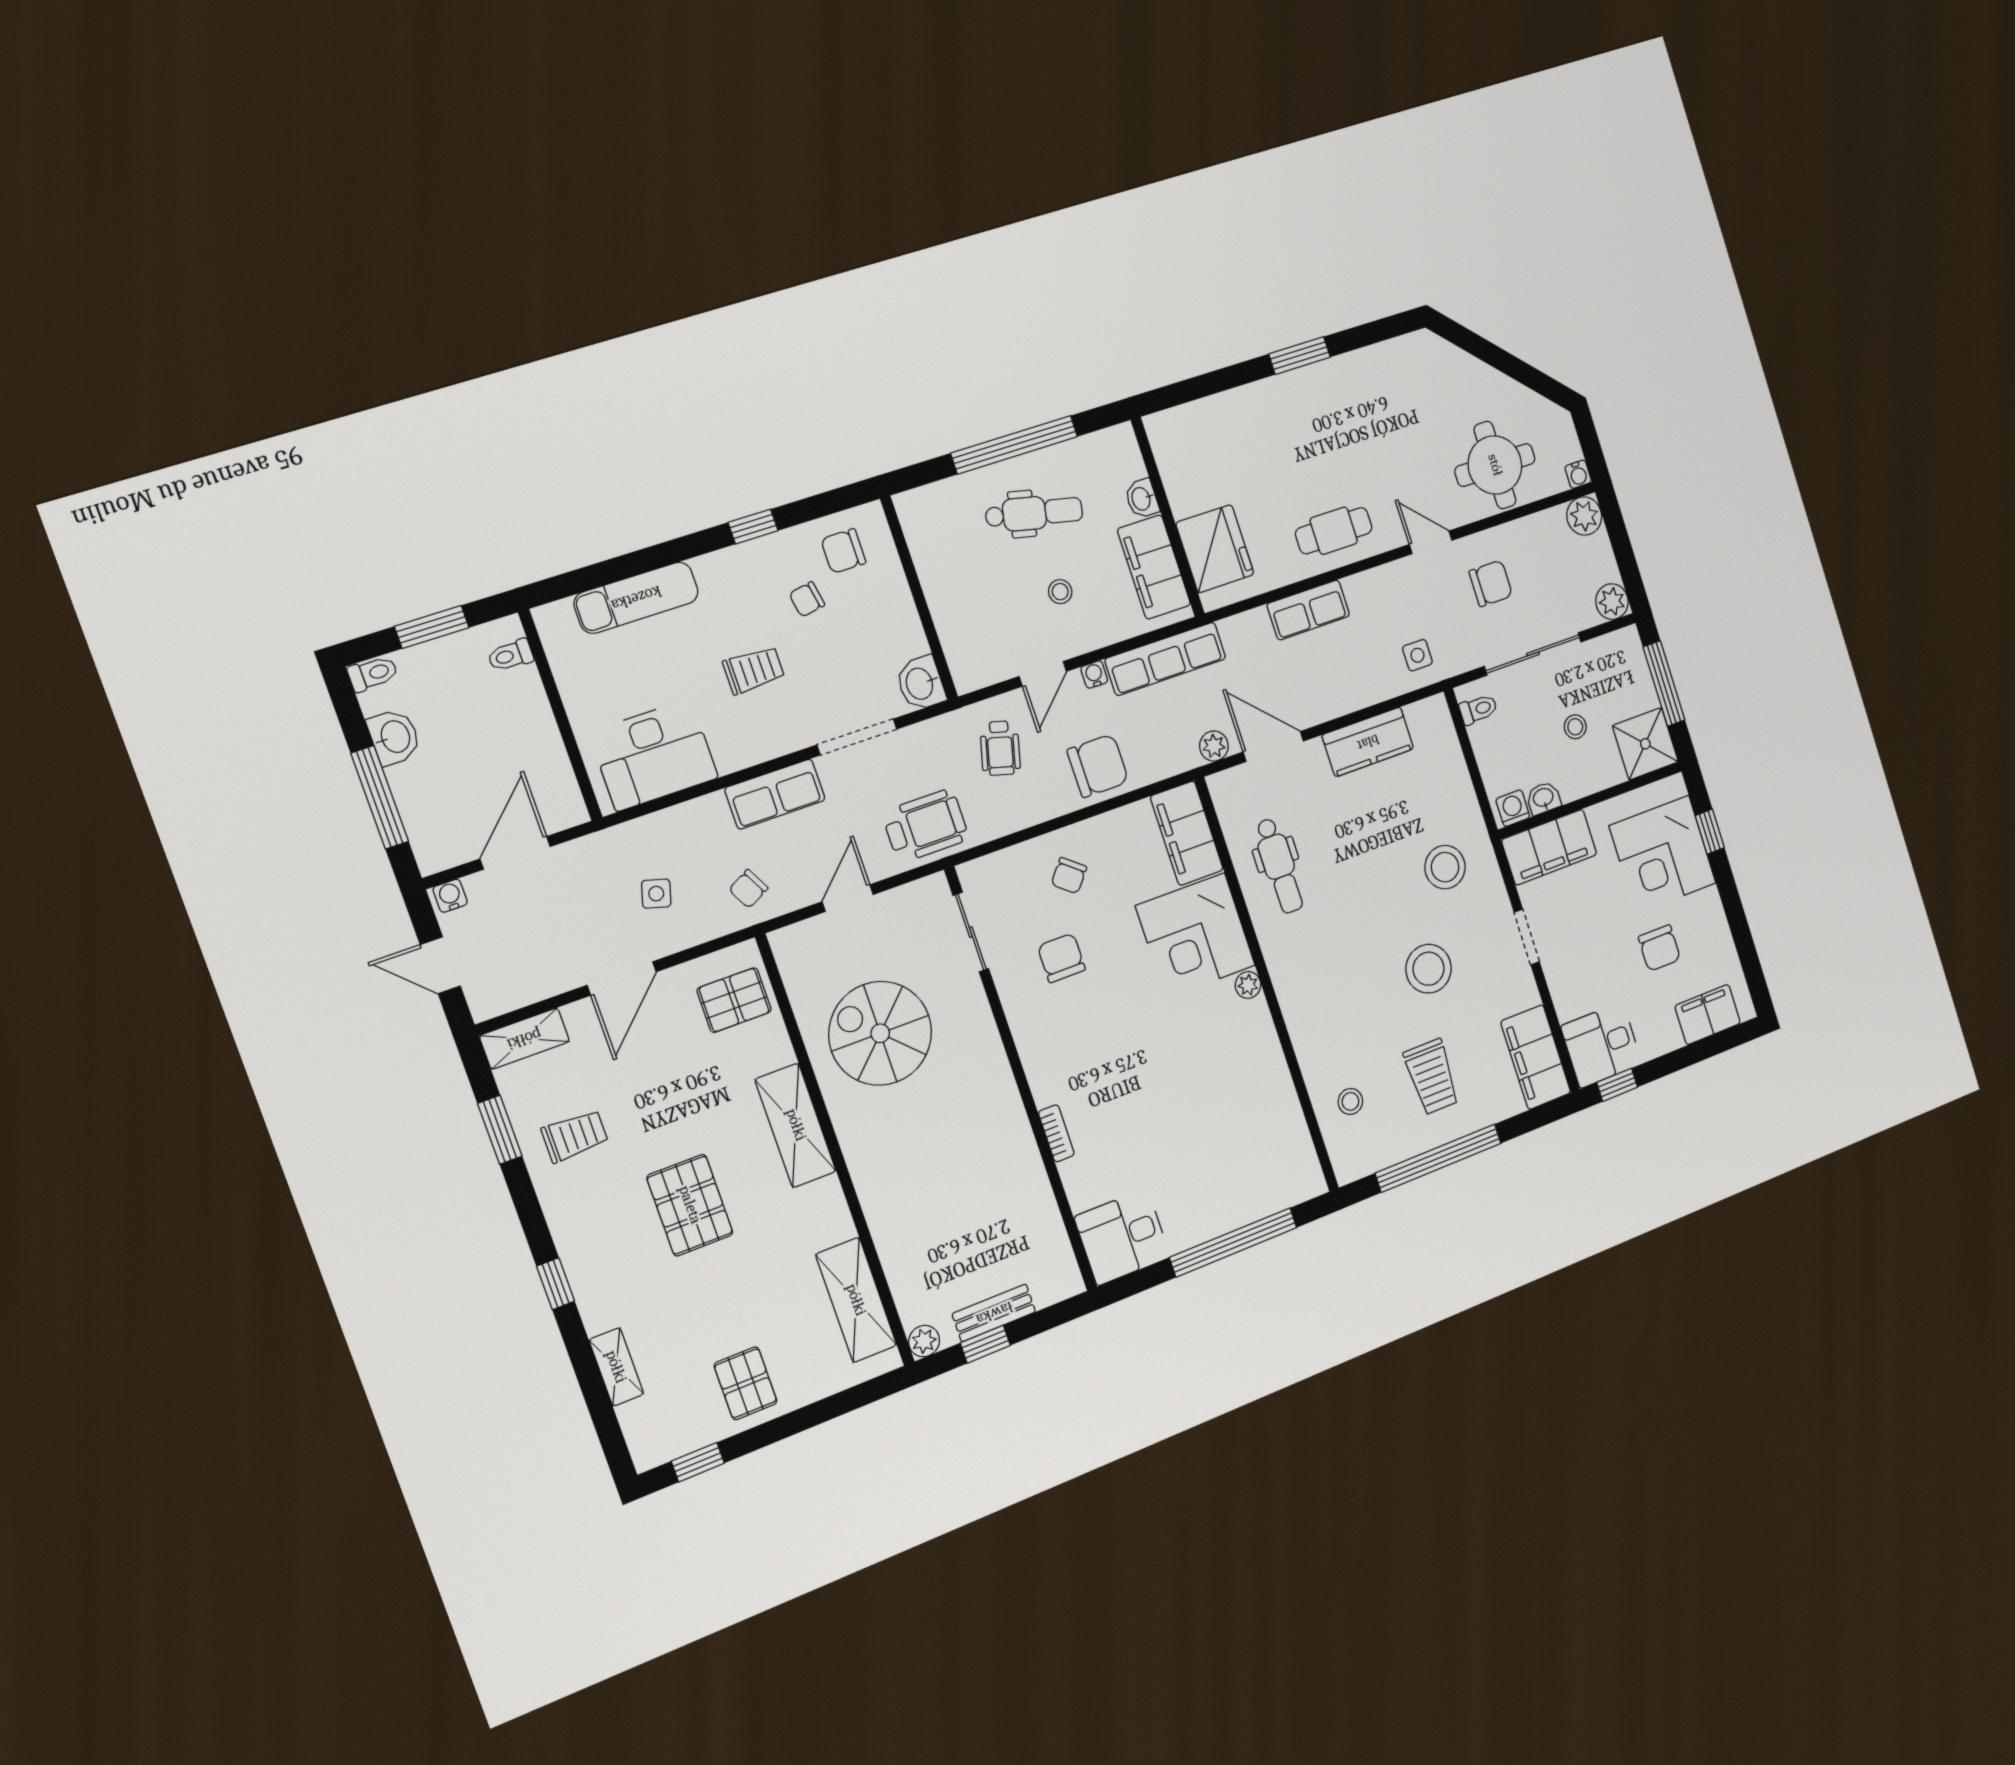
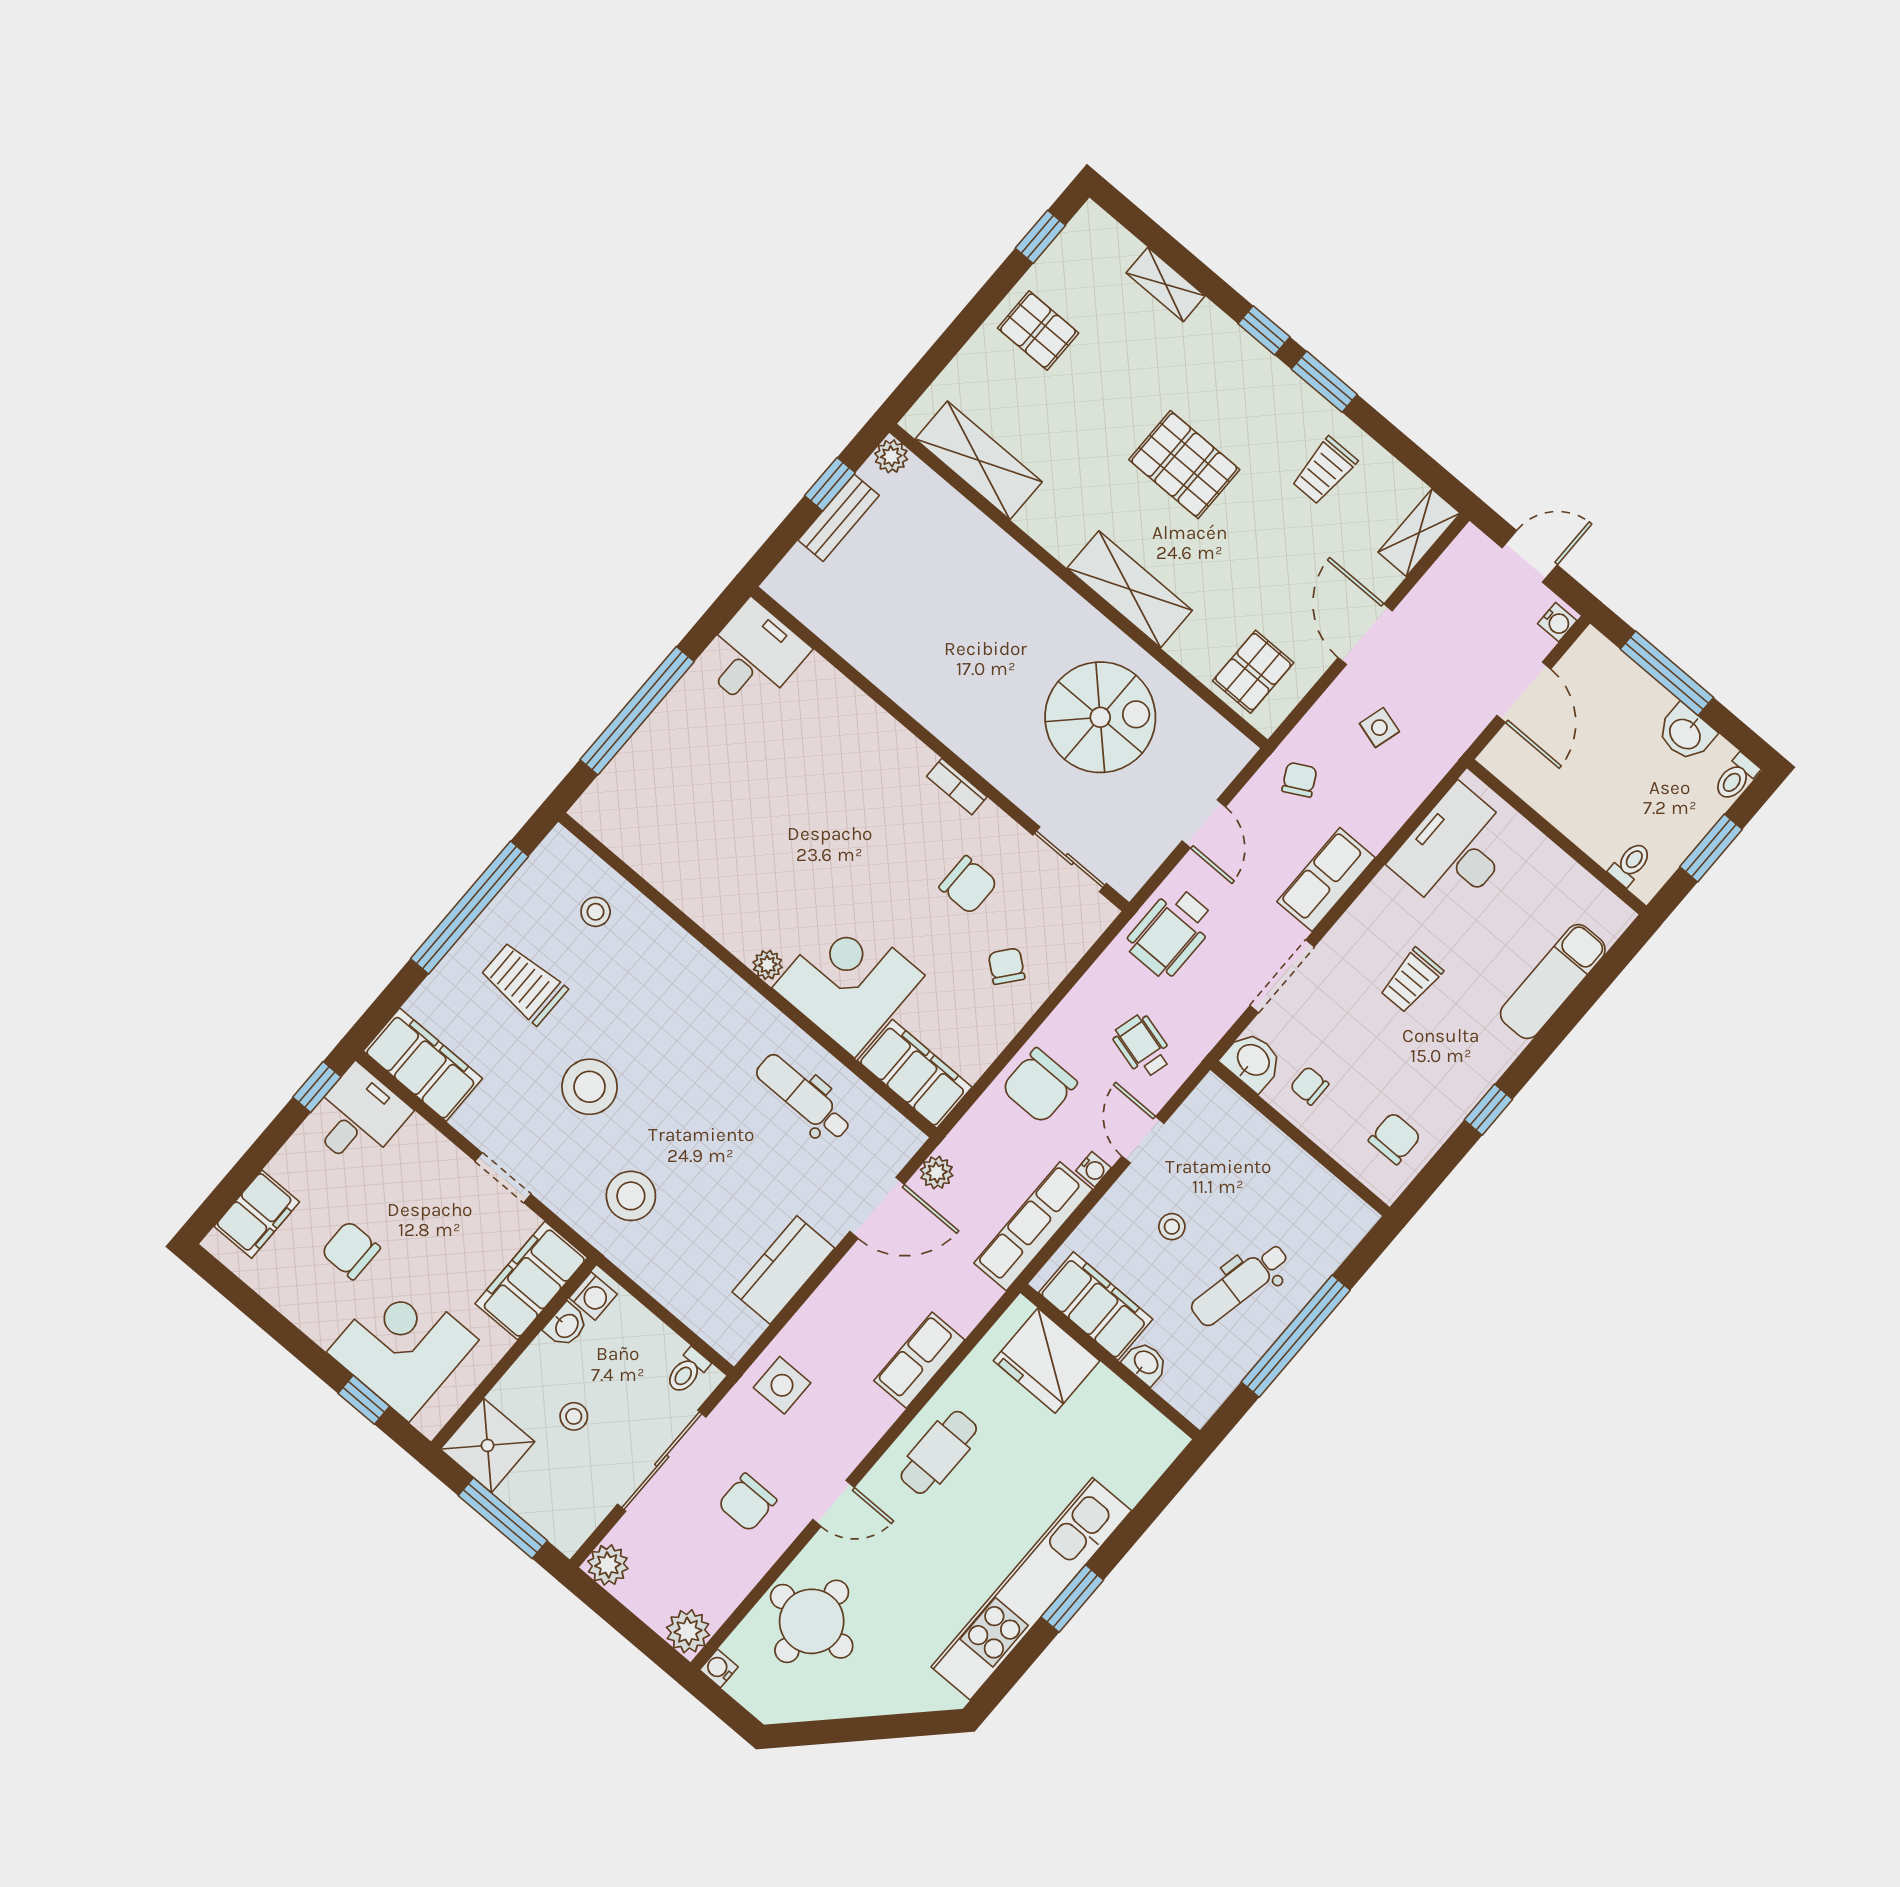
kitchen unit: (1325, 383) -> (1031, 1589), added
chair: (807, 599) -> (1309, 1086), moved, turned -80
side table: (1417, 655) -> (782, 1385), width x1.37, depth x1.37
window: (500, 1130) -> (1324, 382), moved
bookcase: (1056, 1133) -> (957, 787), moved

